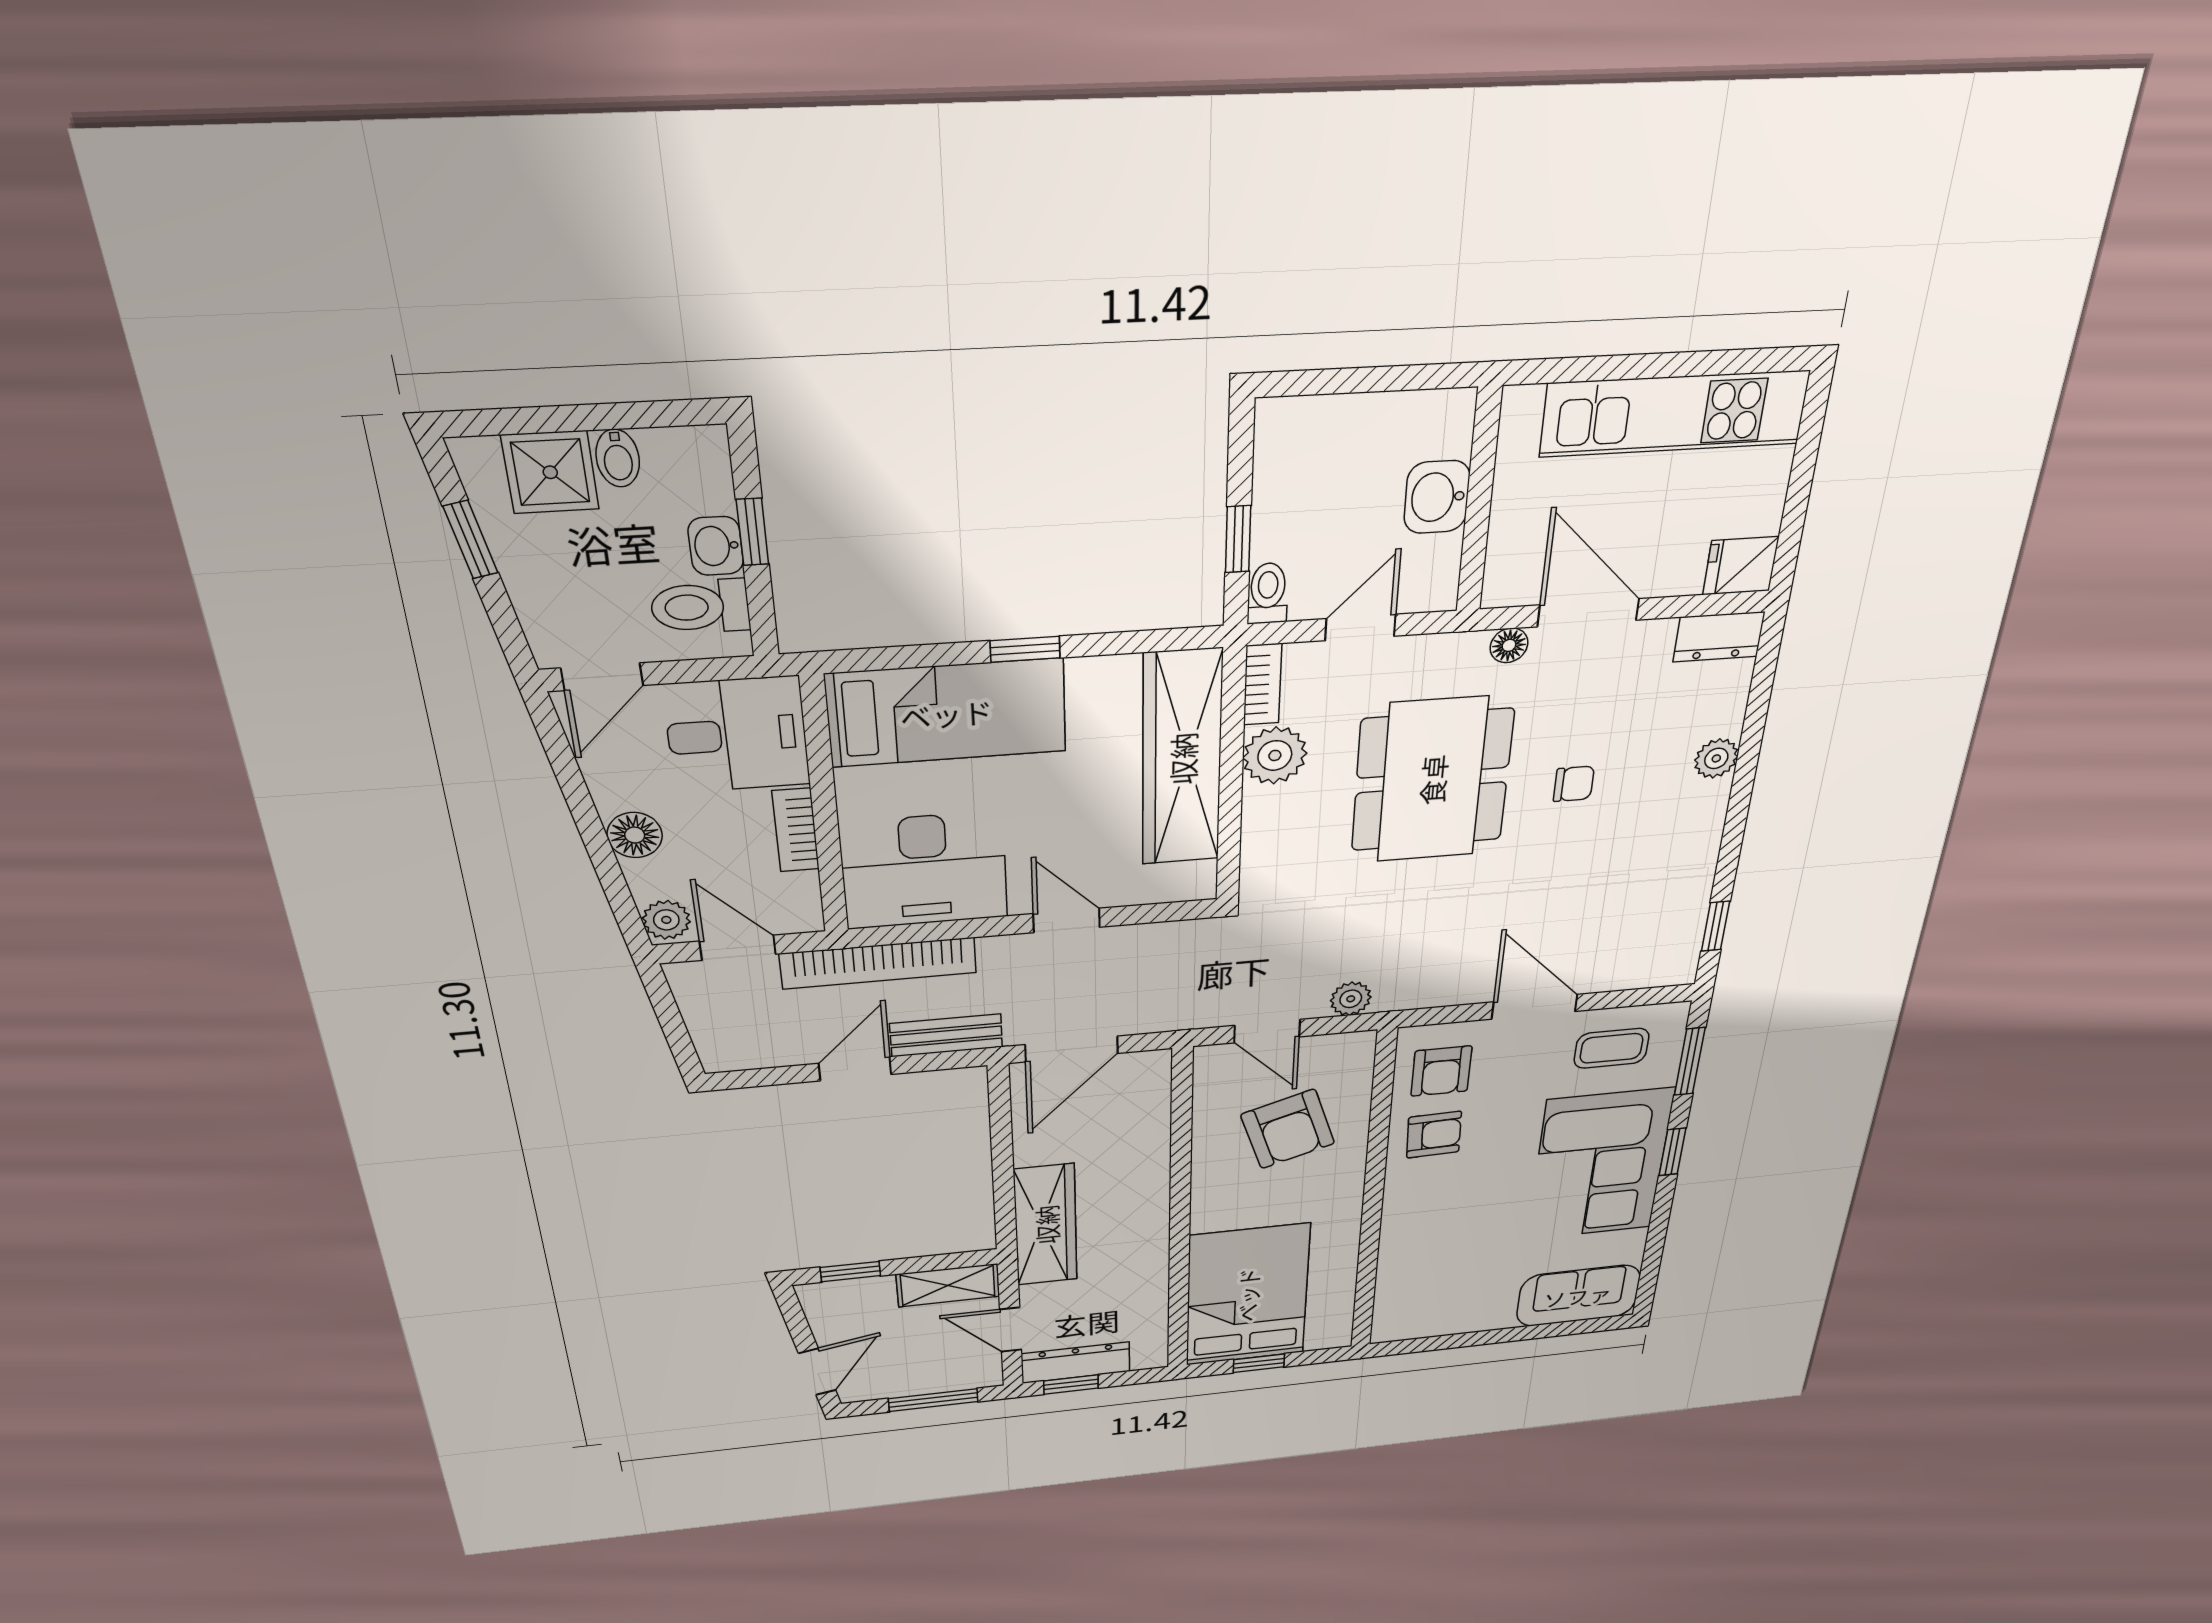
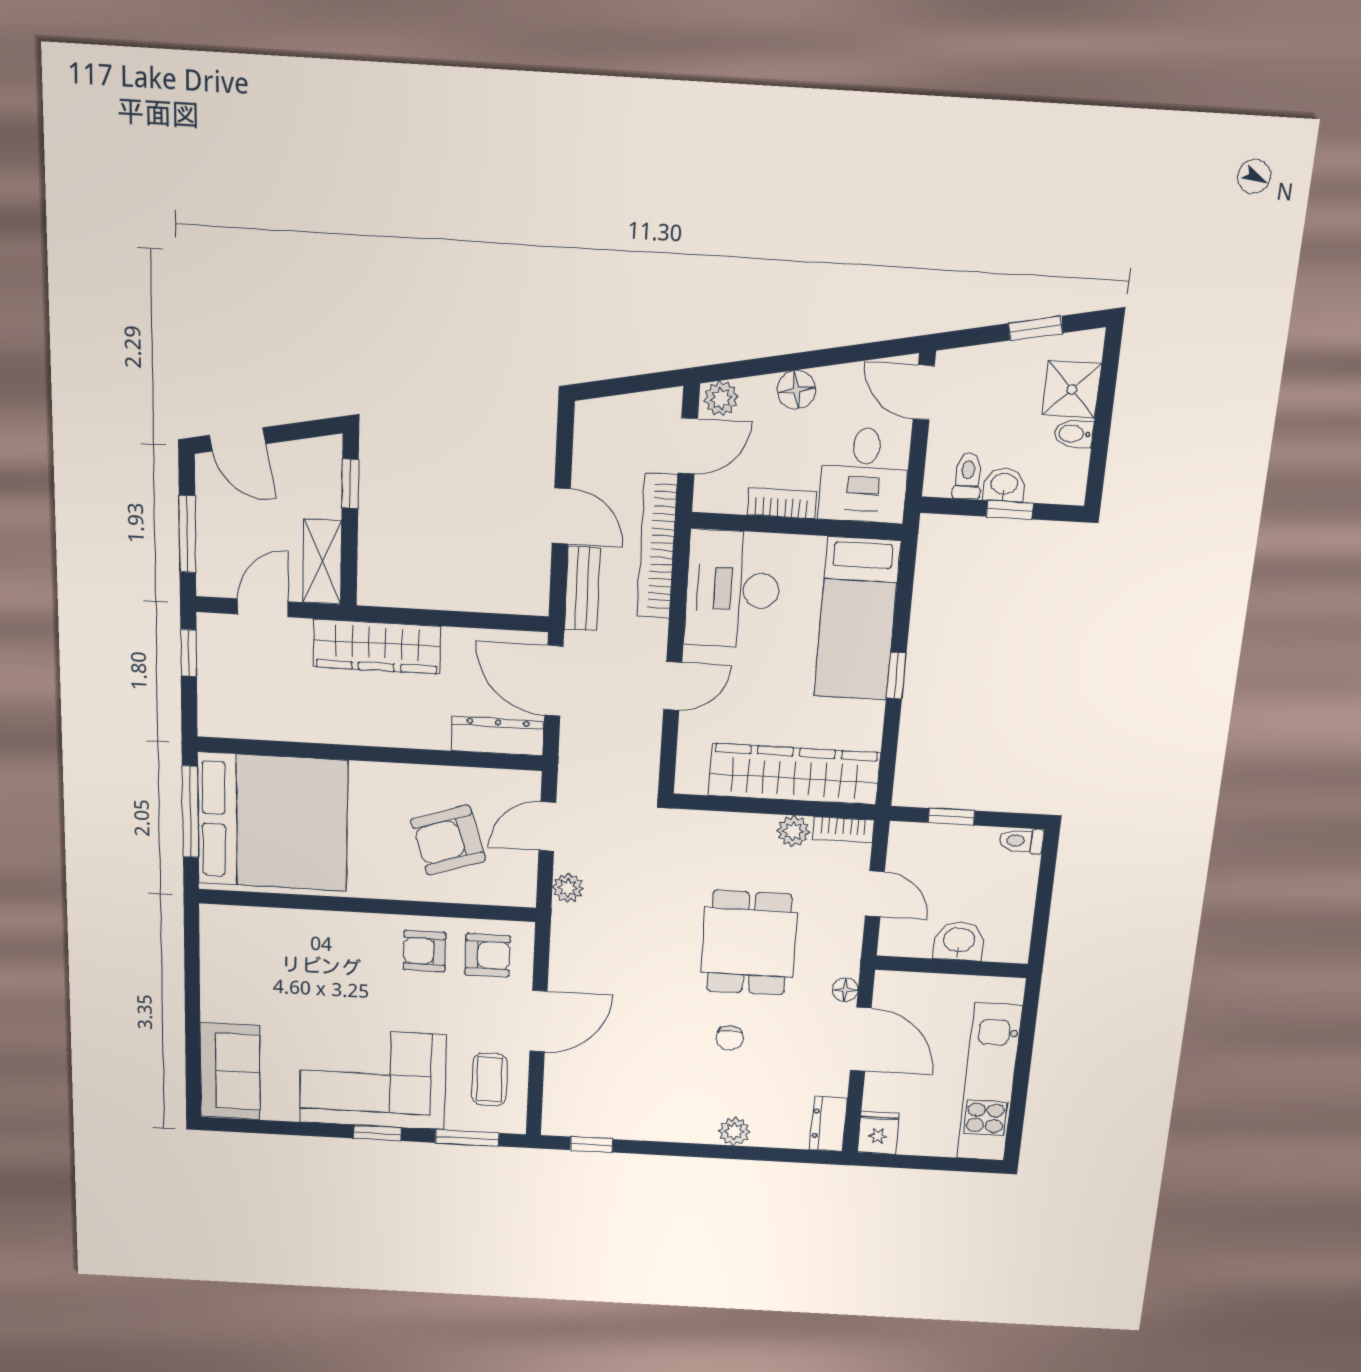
toilet: (1268, 593) -> (1021, 841), moved, turned 180
toilet: (700, 607) -> (968, 476), width x0.73, depth x0.72
door: (1588, 613) -> (861, 1039), hinge flipped
plant: (1275, 755) -> (793, 831), width x0.73, depth x0.73
dining table: (1432, 780) -> (749, 943), width x0.73
armchair: (1441, 1071) -> (488, 955), turned 180
armchair: (1434, 1135) -> (424, 951), turned 92
bed: (1247, 1295) -> (273, 822), width x1.36
dresser: (1076, 1363) -> (498, 736), moved, turned -90
window: (1259, 1363) -> (190, 812), width x2.17

